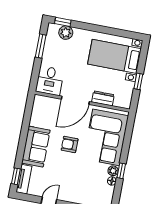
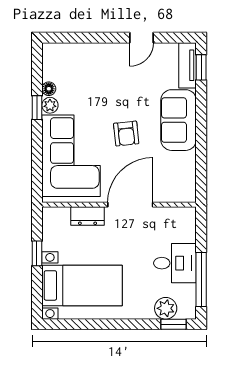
window: (41, 46) -> (201, 280), width x1.44
desk: (50, 81) -> (175, 263), moved, turned 90
armchair: (70, 144) -> (126, 134), turned 84

